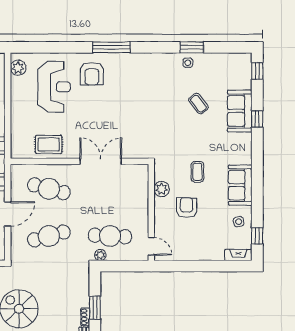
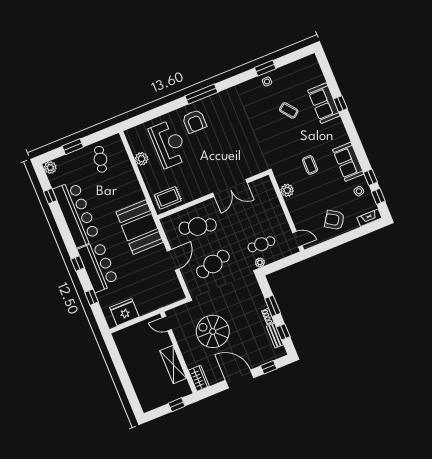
plant: (18, 68) -> (141, 159), moved
window: (257, 71) -> (370, 177), moved
rug: (49, 144) -> (168, 198), moved
double door: (101, 161) -> (230, 188), swing flipped
armchair: (186, 208) -> (335, 220), moved, turned -57
cafe table: (110, 236) -> (261, 244), width x0.73, depth x0.74

